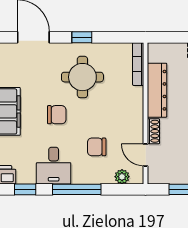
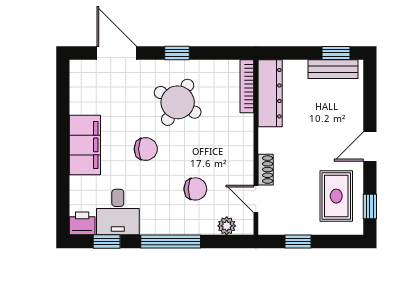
round table: (82, 77) -> (178, 102), turned 30
dresser: (157, 90) -> (270, 93), moved
chair: (97, 147) -> (195, 189), turned 180
desk: (54, 166) -> (118, 212), moved

